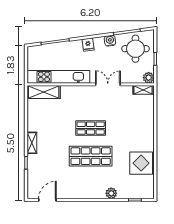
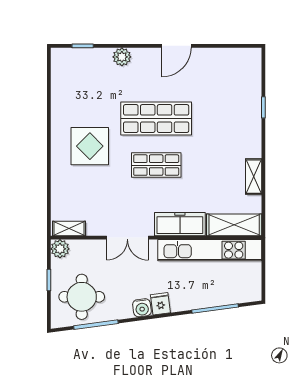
water cooler: (110, 41) -> (142, 308), moved
freezer: (76, 92) -> (180, 224), added
shelving: (32, 143) -> (254, 177), moved
display table: (141, 163) -> (90, 146), moved
door: (47, 200) -> (176, 46), moved

